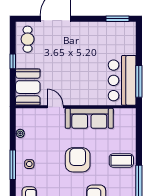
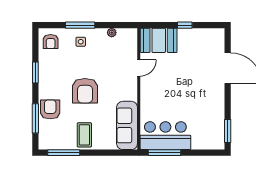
cafe table: (28, 39) -> (207, 40), removed
sofa: (89, 118) -> (127, 125), moved
armchair: (78, 160) -> (85, 91), turned 90

